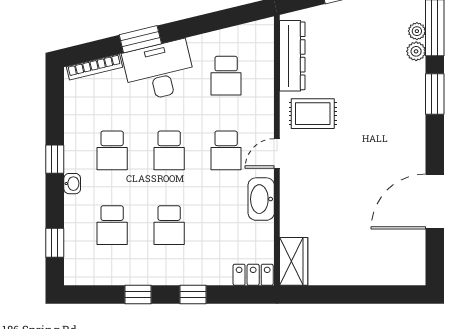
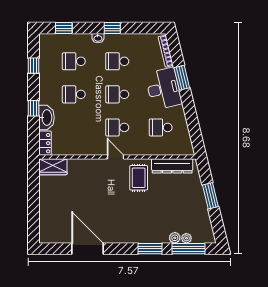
washbasin: (261, 199) -> (46, 118), moved, turned 90
window: (138, 295) -> (34, 66), moved

